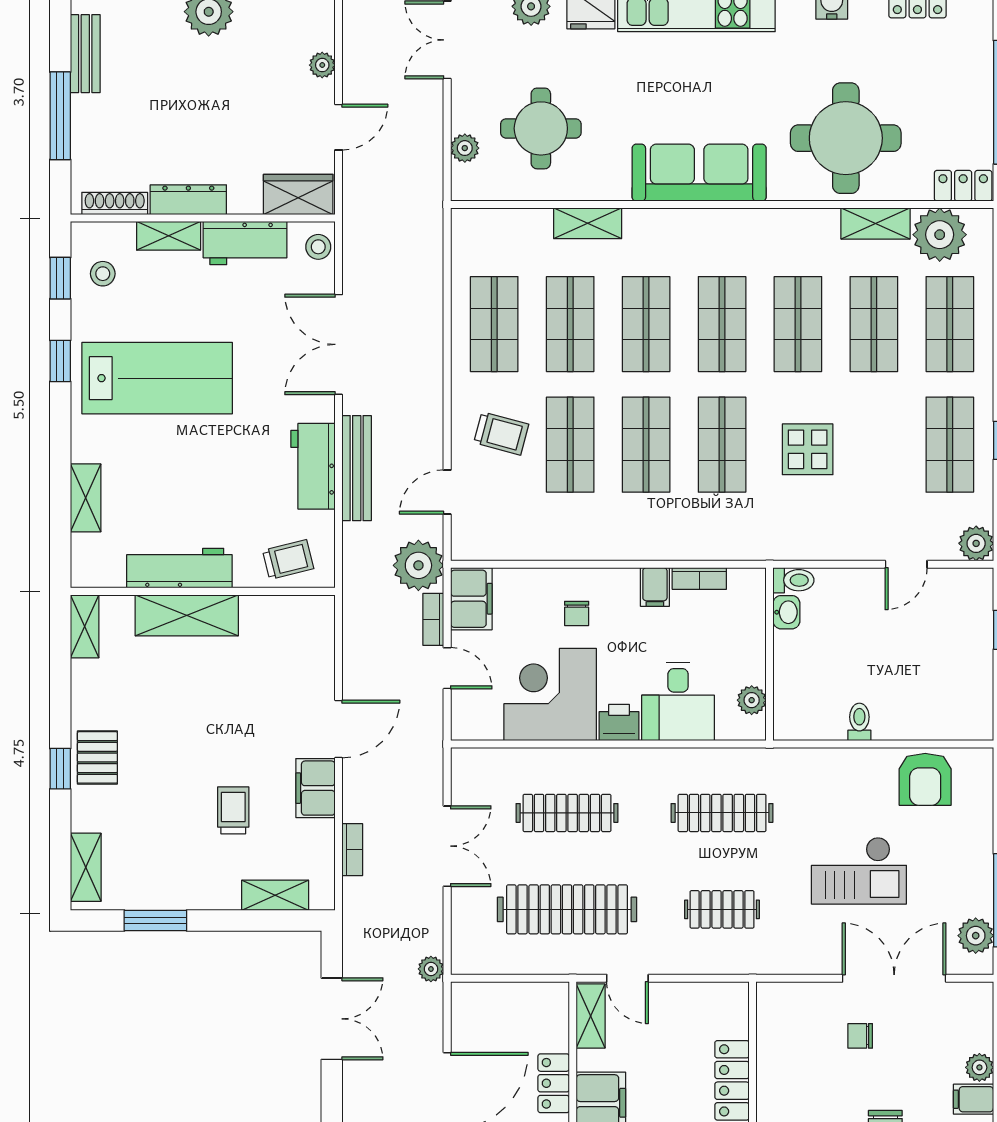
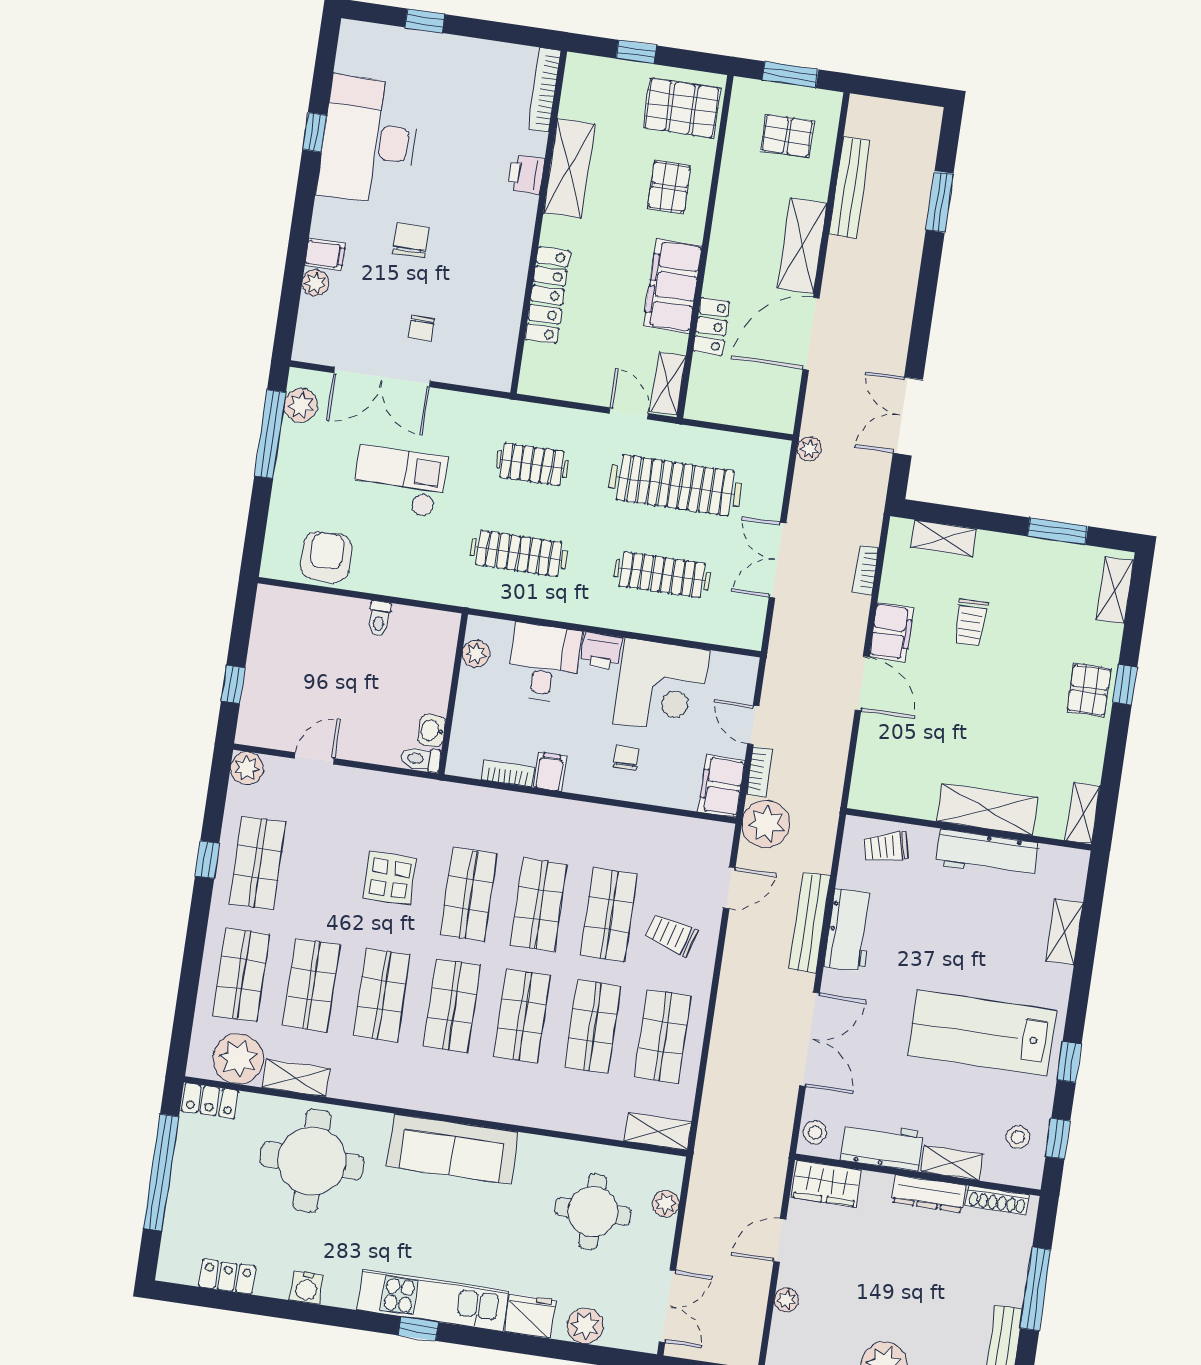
shelving: (588, 223) -> (658, 1132), moved
door: (339, 729) -> (862, 683), swing flipped
chair: (860, 1036) -> (421, 328), turned 90

